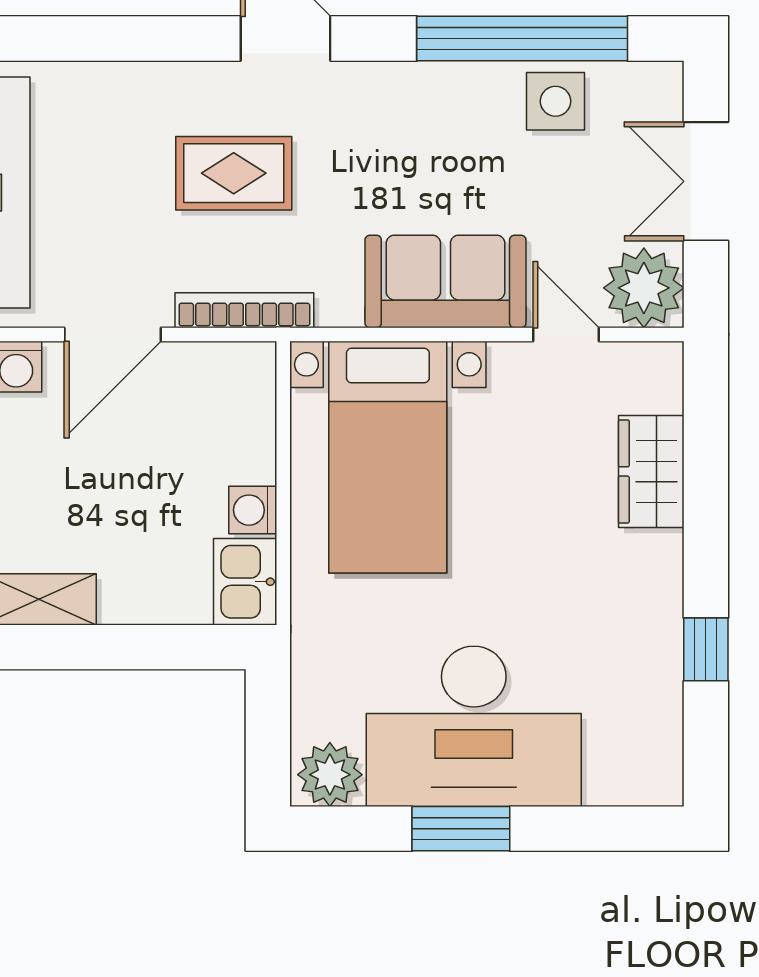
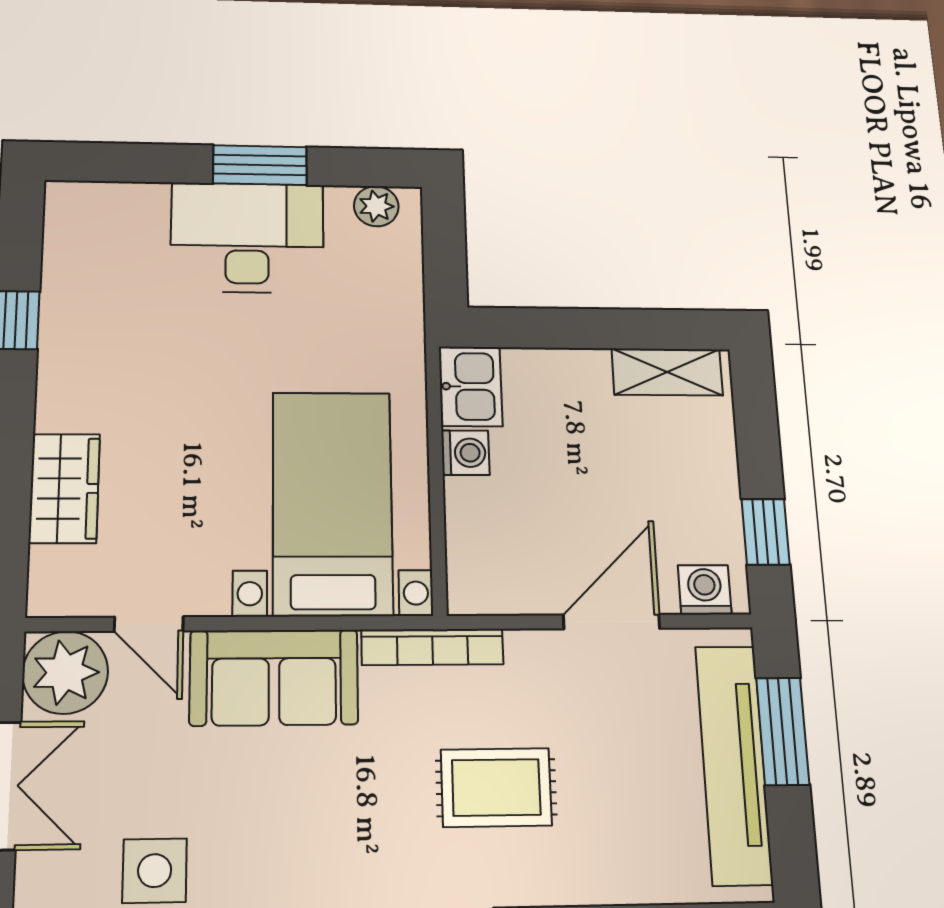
bookcase: (244, 310) -> (432, 647), moved
desk: (474, 726) -> (247, 237), width x0.73, depth x0.77
plant: (330, 775) -> (376, 206), width x0.73, depth x0.73

